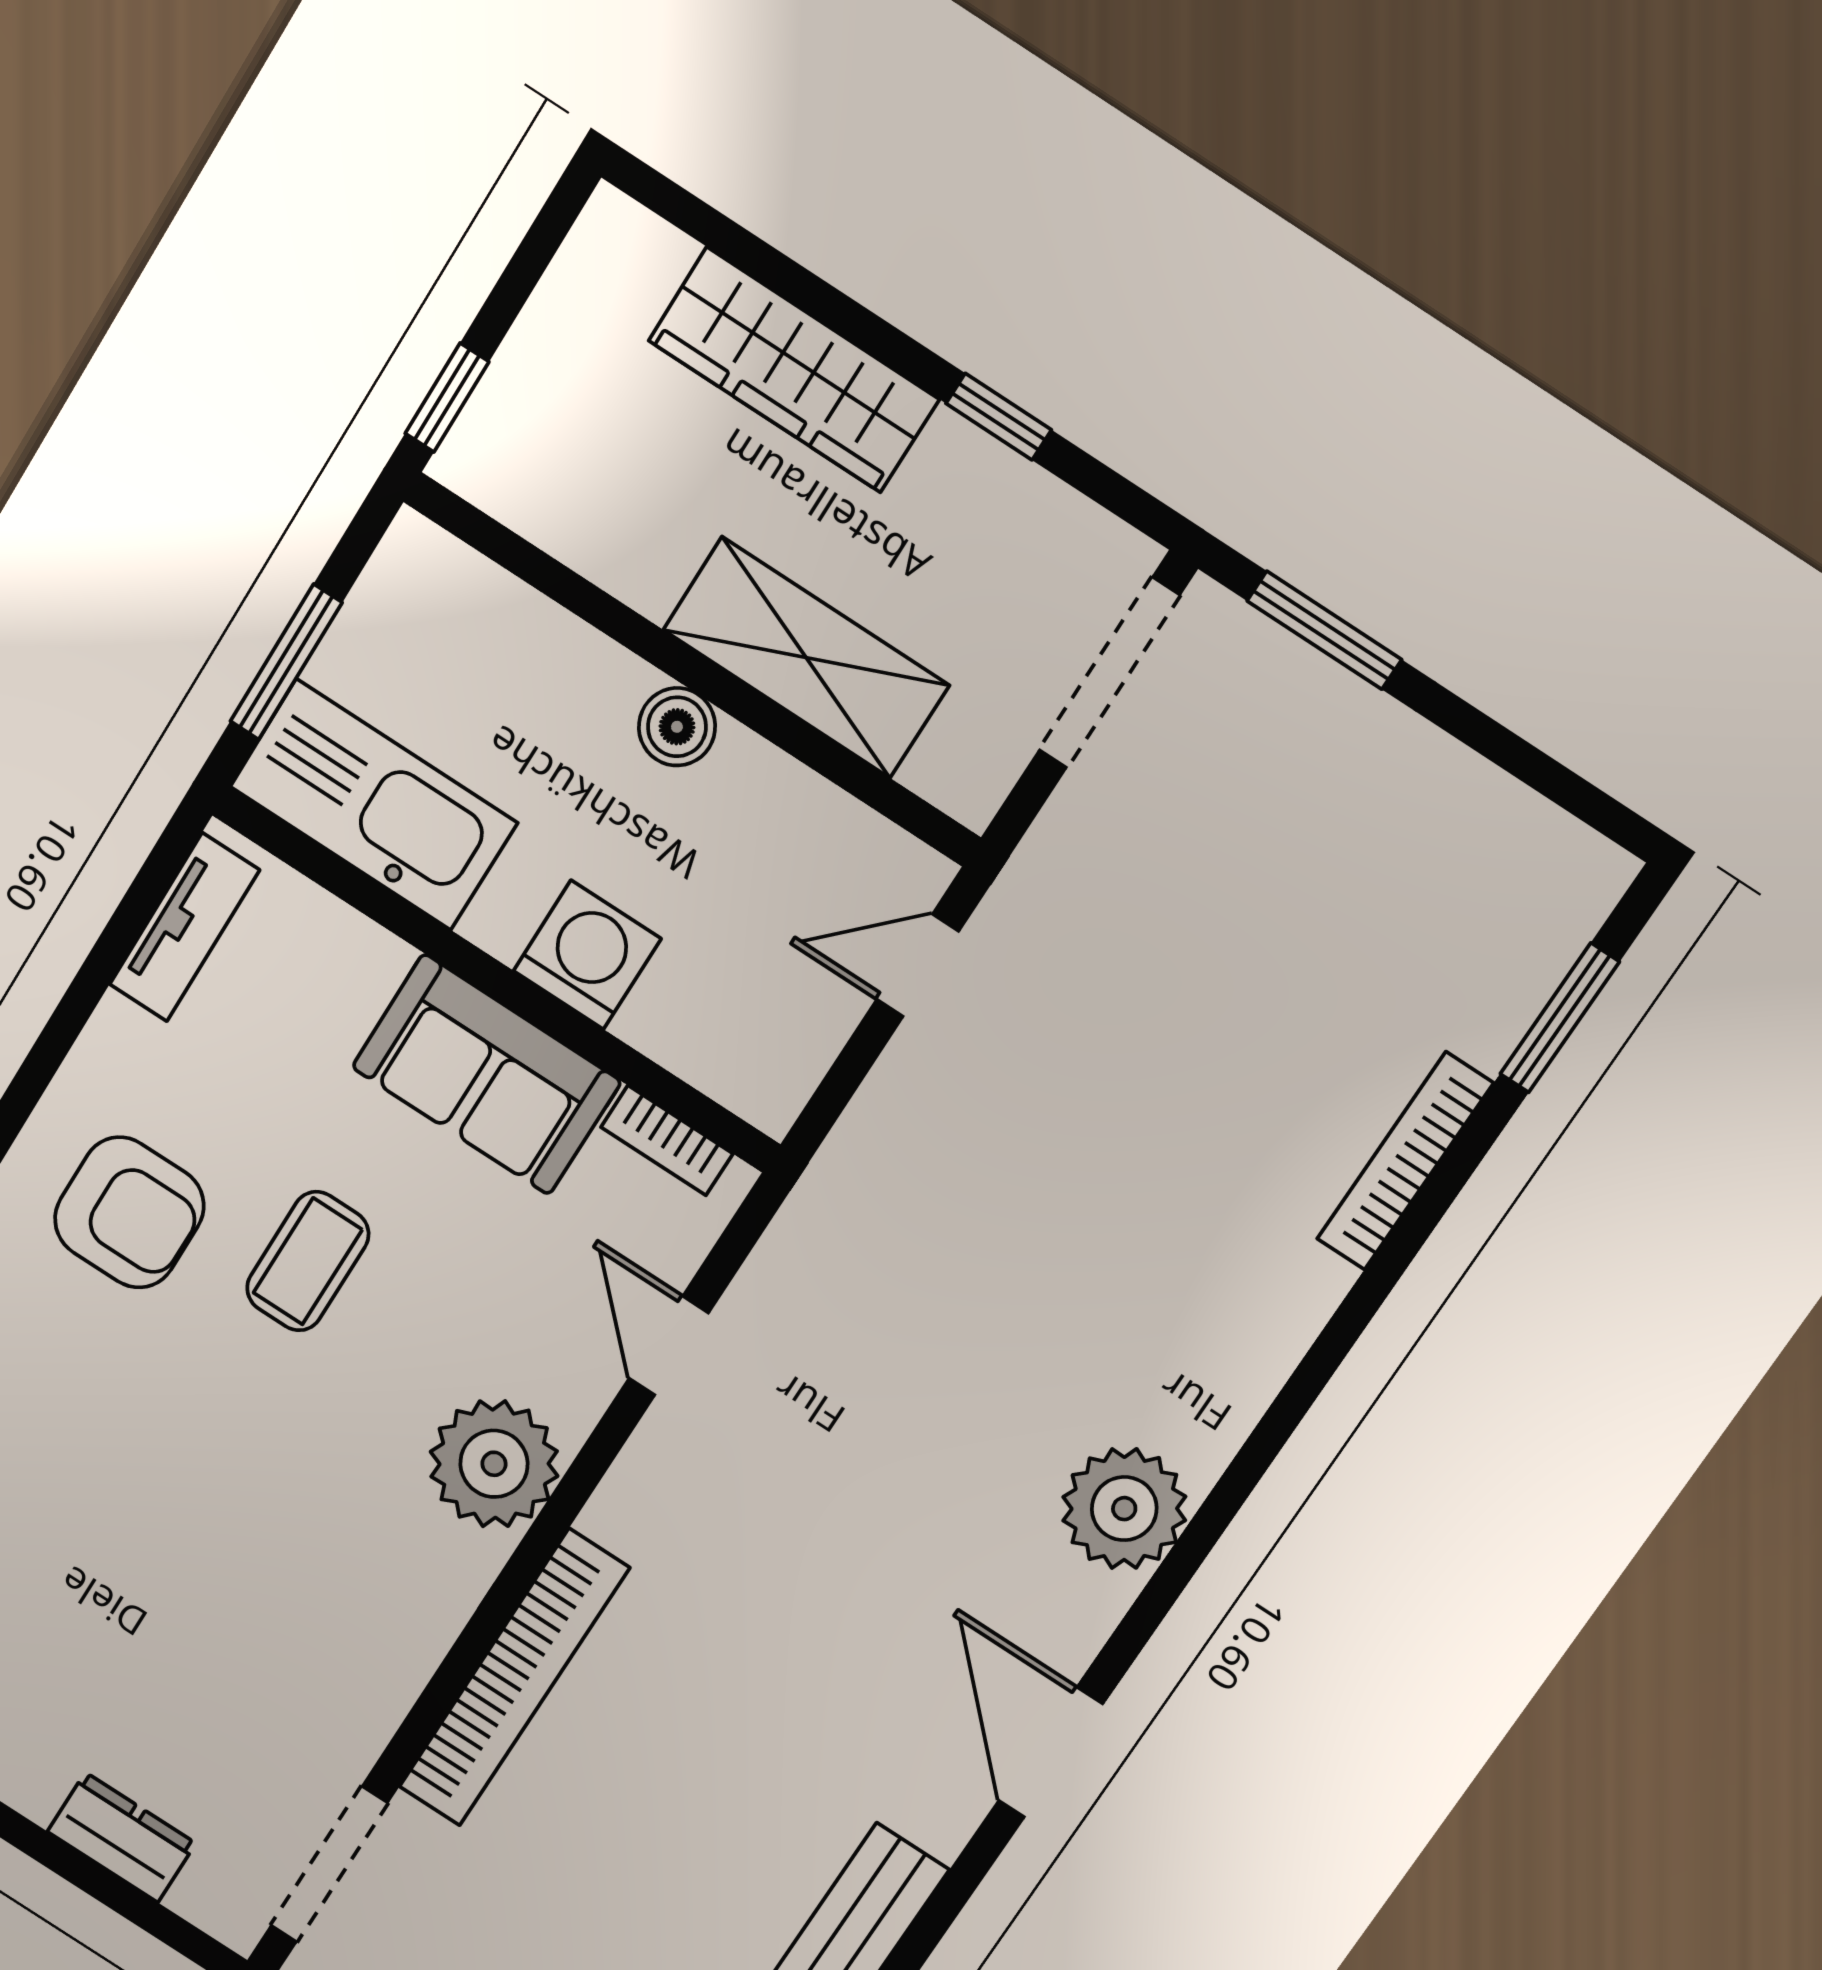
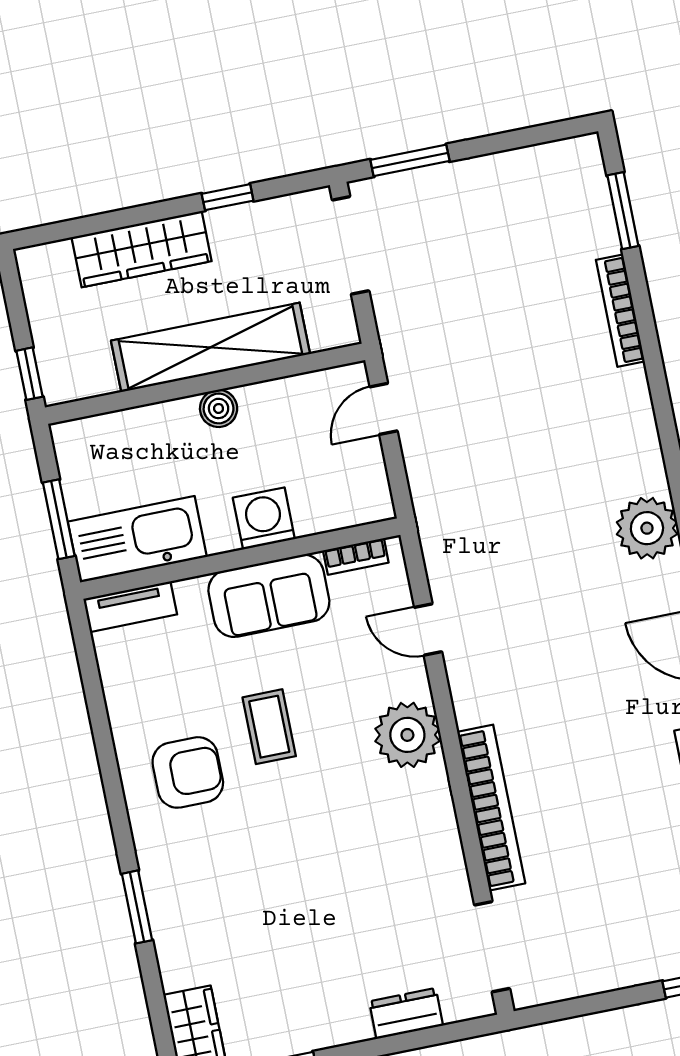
shelving: (806, 658) -> (211, 347), width x1.47
tv unit: (184, 927) -> (130, 607), moved, turned 90

